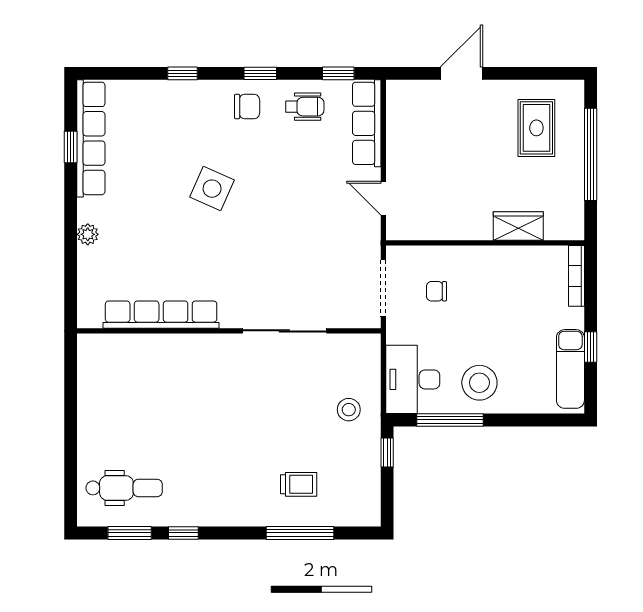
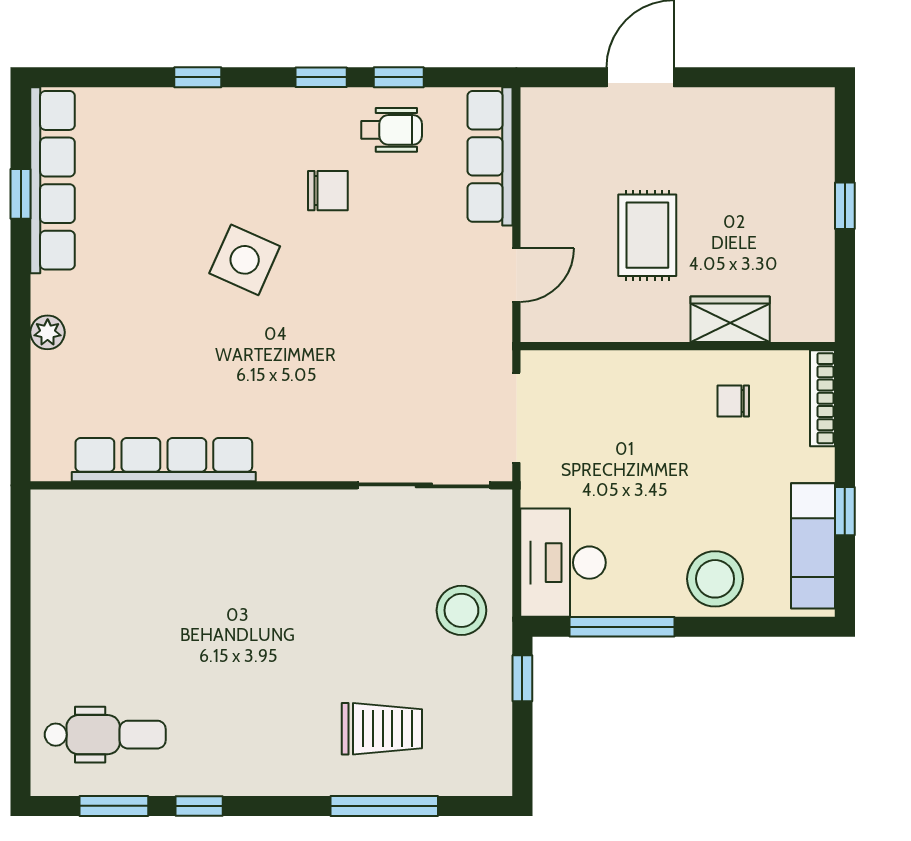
window: (338, 73) -> (399, 77), moved
chair: (247, 107) -> (328, 191), moved
rug: (536, 128) -> (647, 235), moved
window: (591, 154) -> (845, 206), width x0.32
door: (383, 198) -> (516, 275), swing flipped
chair: (437, 291) -> (733, 401), moved
sliding door: (284, 331) -> (424, 485), moved
stool: (479, 383) -> (715, 579), moved
stool: (349, 410) -> (461, 610), width x1.38, depth x1.38
trolley: (299, 484) -> (382, 729), width x1.36, depth x1.39

